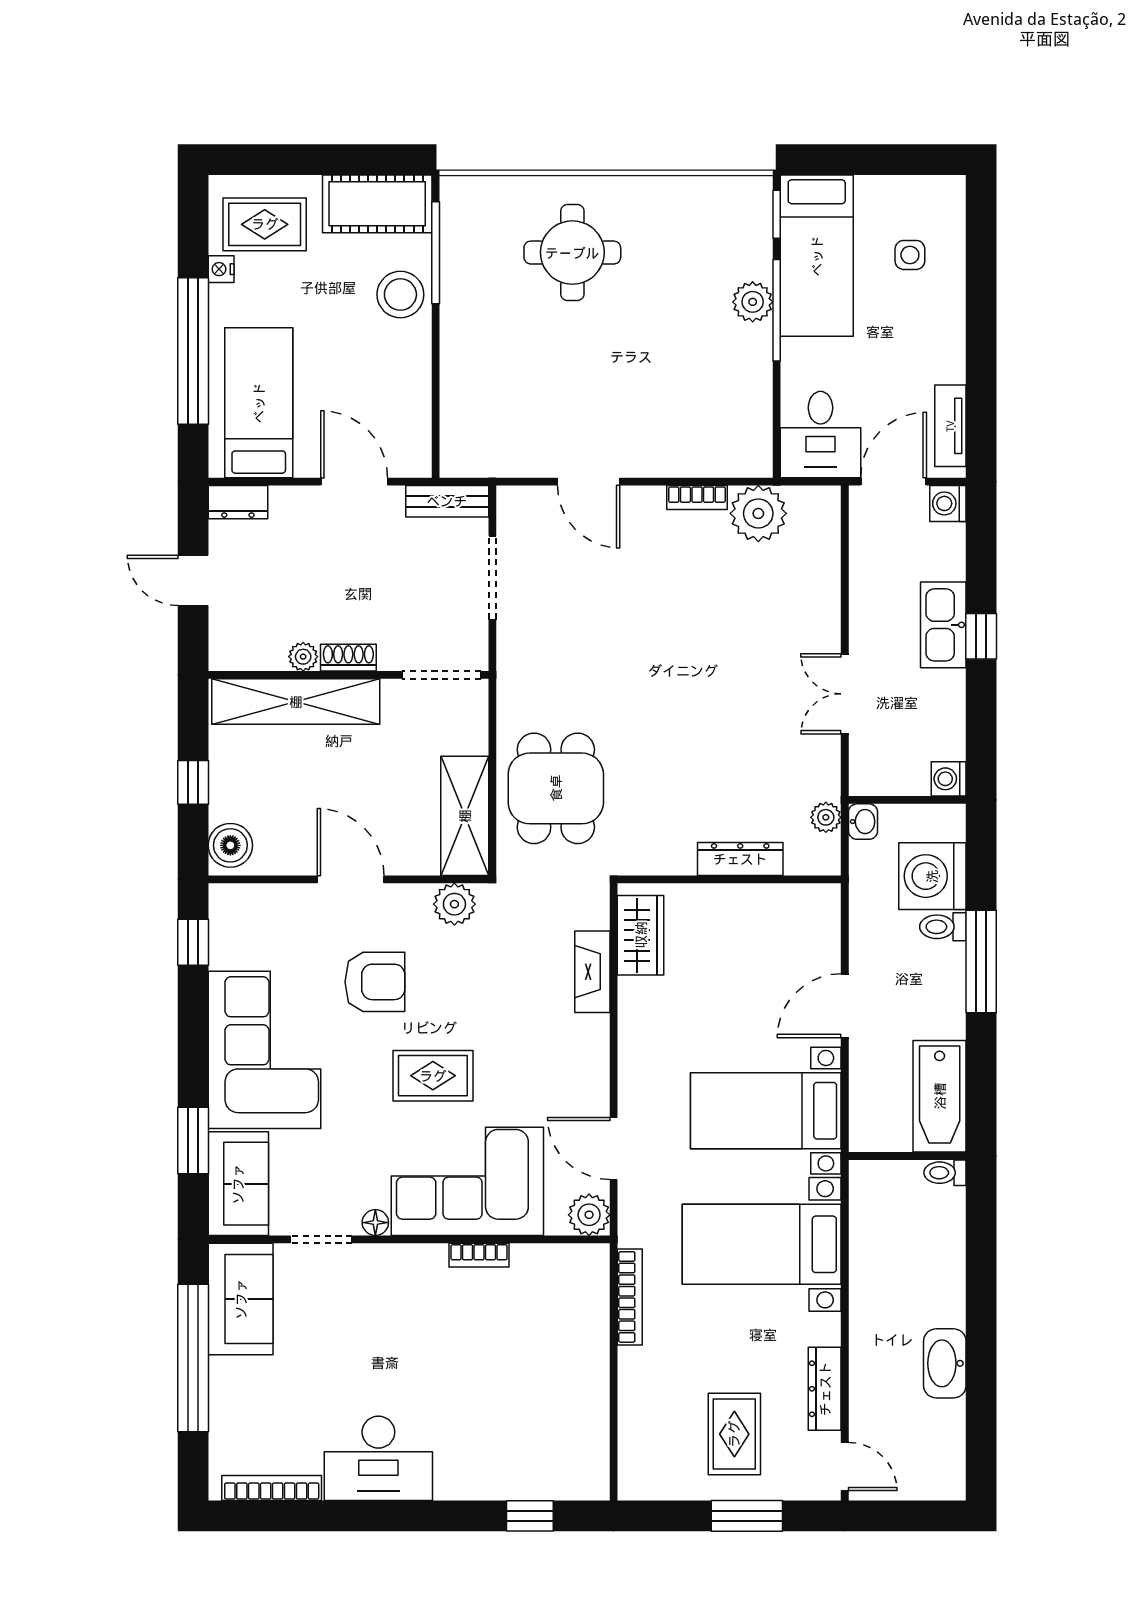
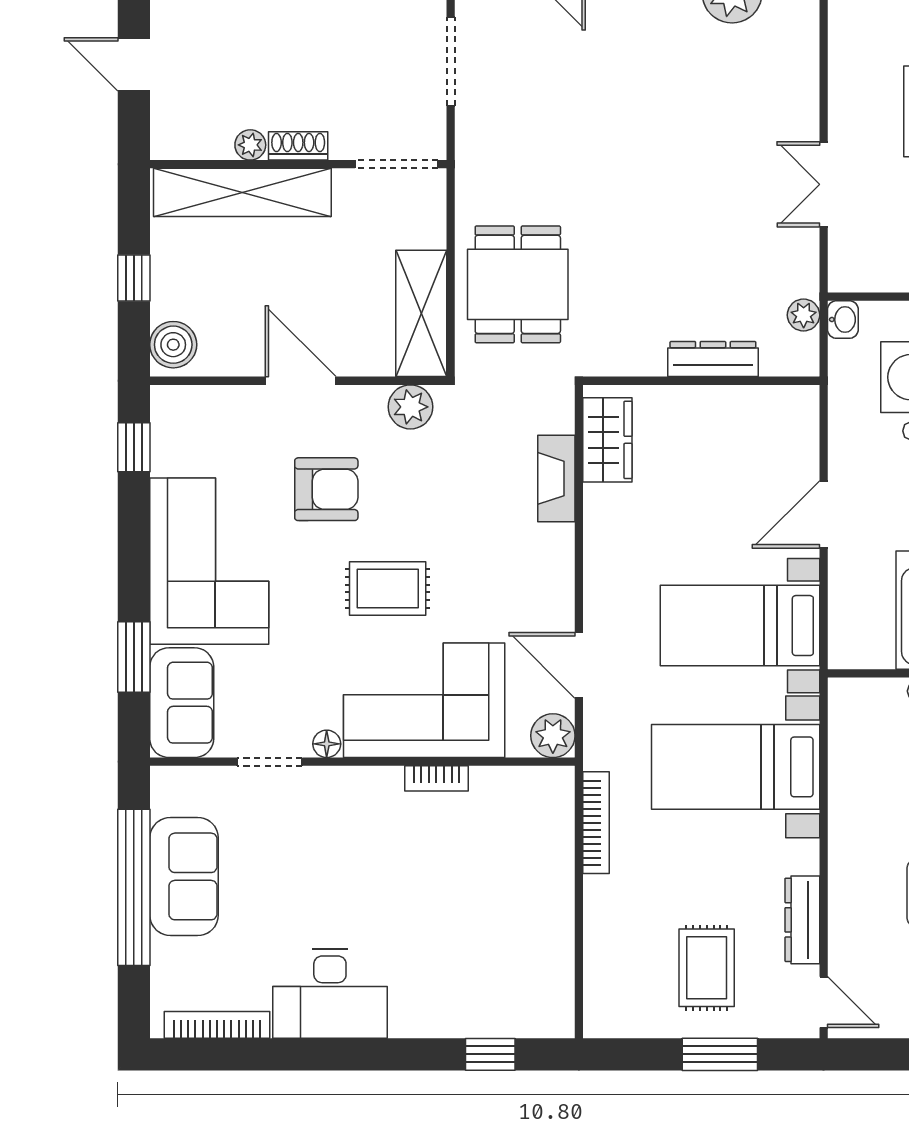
sofa: (241, 1299) -> (184, 876), moved

